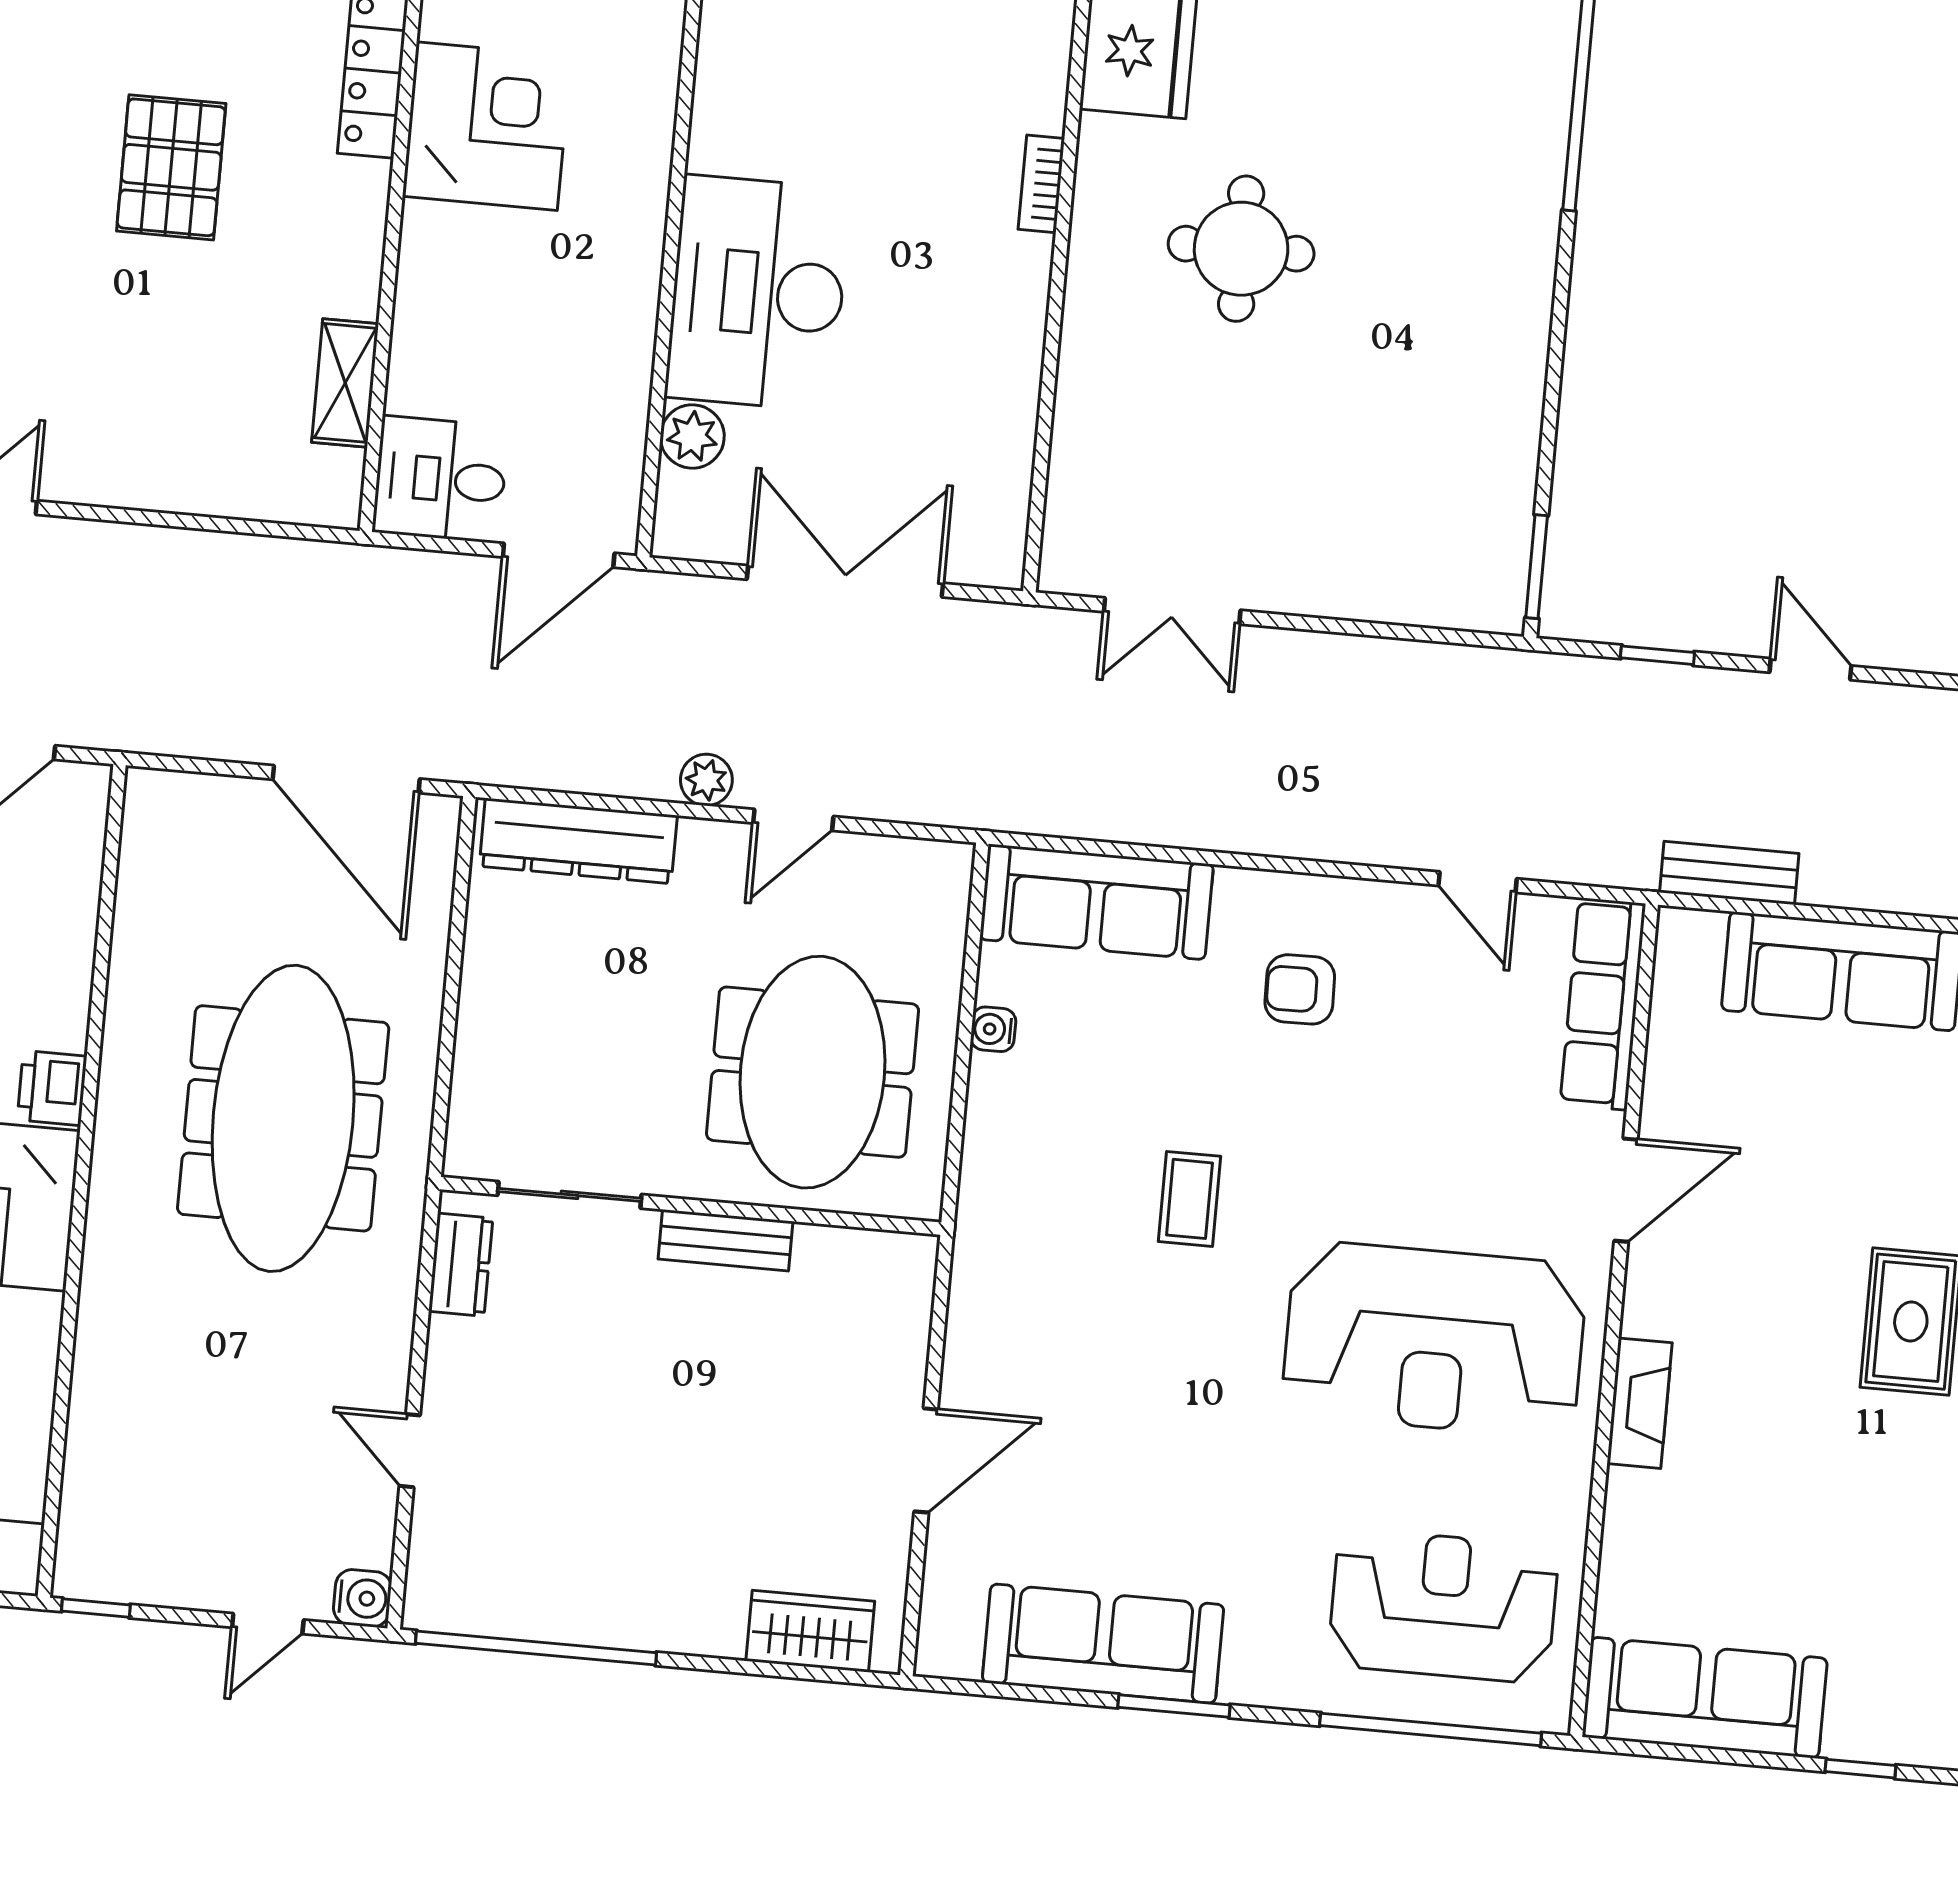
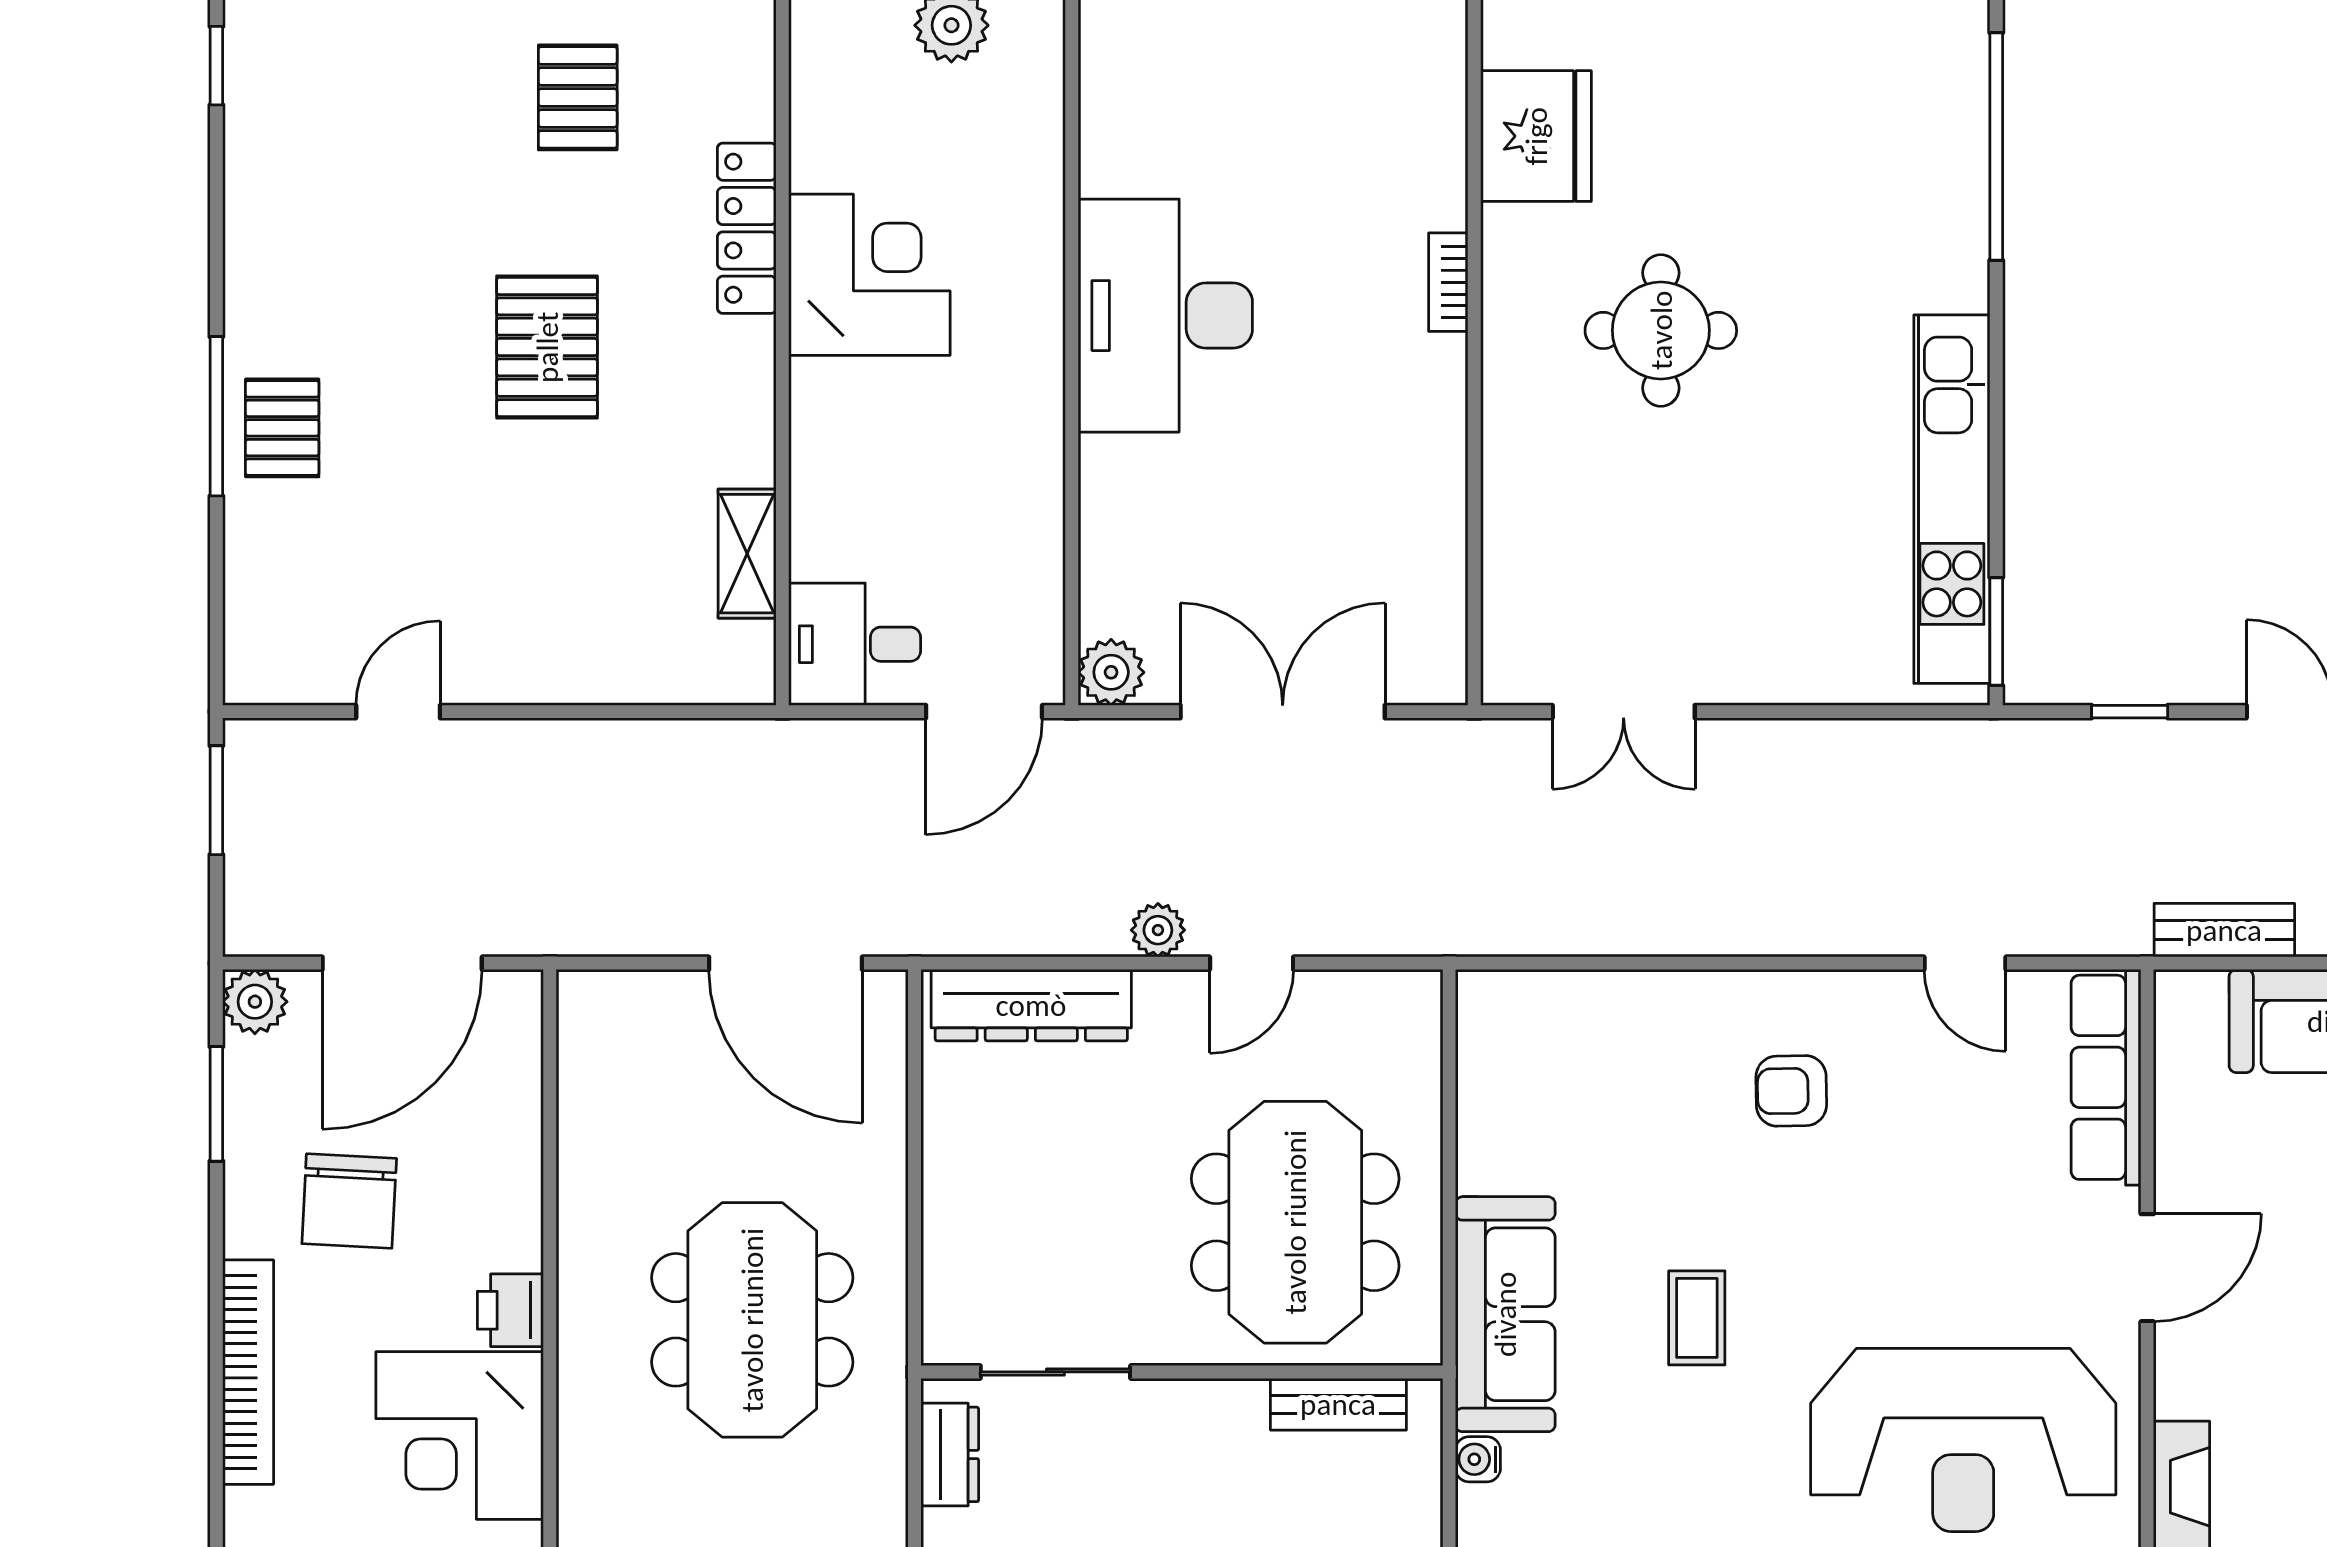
desk: (758, 293) -> (1165, 316), moved
plant: (692, 436) -> (1111, 672), moved
kitchen unit: (1506, 436) -> (1952, 499), added
sofa: (1097, 902) -> (1505, 1314), moved, turned -90
water cooler: (993, 1029) -> (1478, 1459), moved
meeting table: (283, 1118) -> (752, 1320), width x0.73
bench: (725, 1240) -> (1338, 1404), moved

